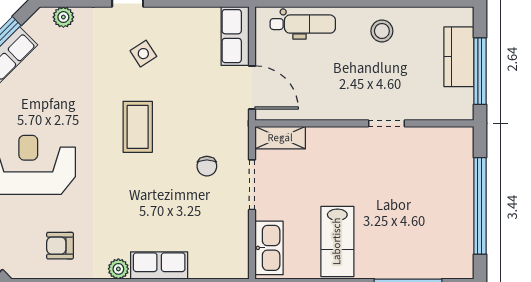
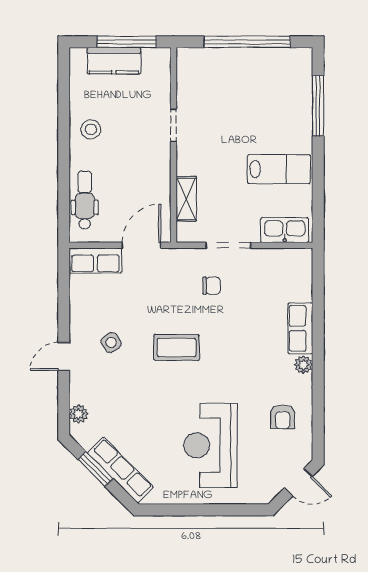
shelving: (280, 138) -> (186, 199), moved

